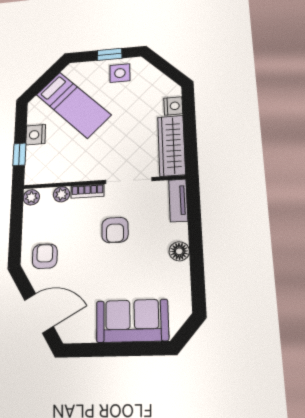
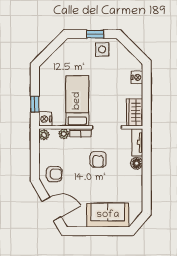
bed: (73, 105) -> (77, 101), moved, turned -135
nightstand: (36, 135) -> (45, 119), moved
wardrobe: (172, 146) -> (135, 112), width x0.67
floor lamp: (179, 251) -> (137, 163), moved
armchair: (45, 256) -> (54, 174), turned 90

